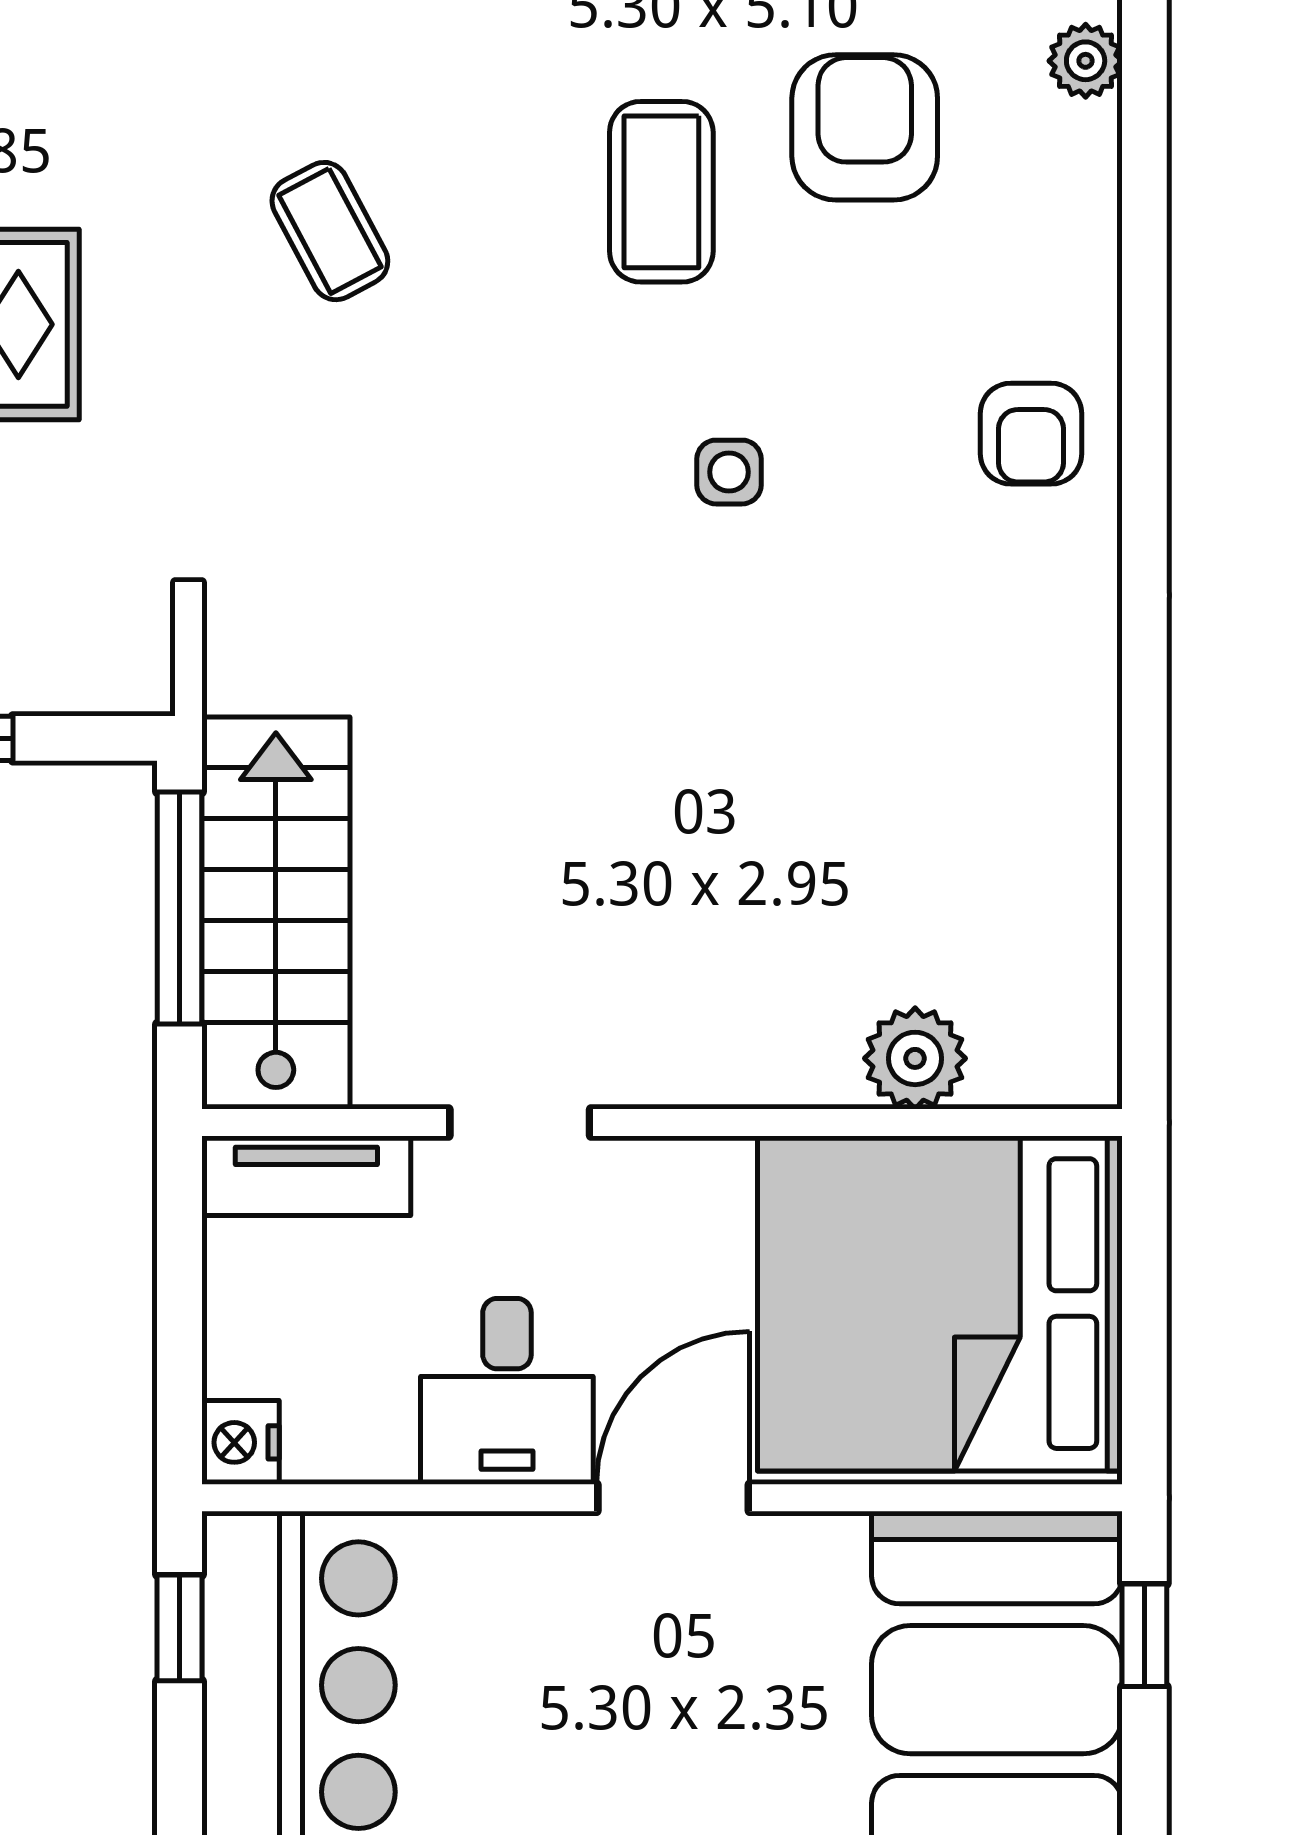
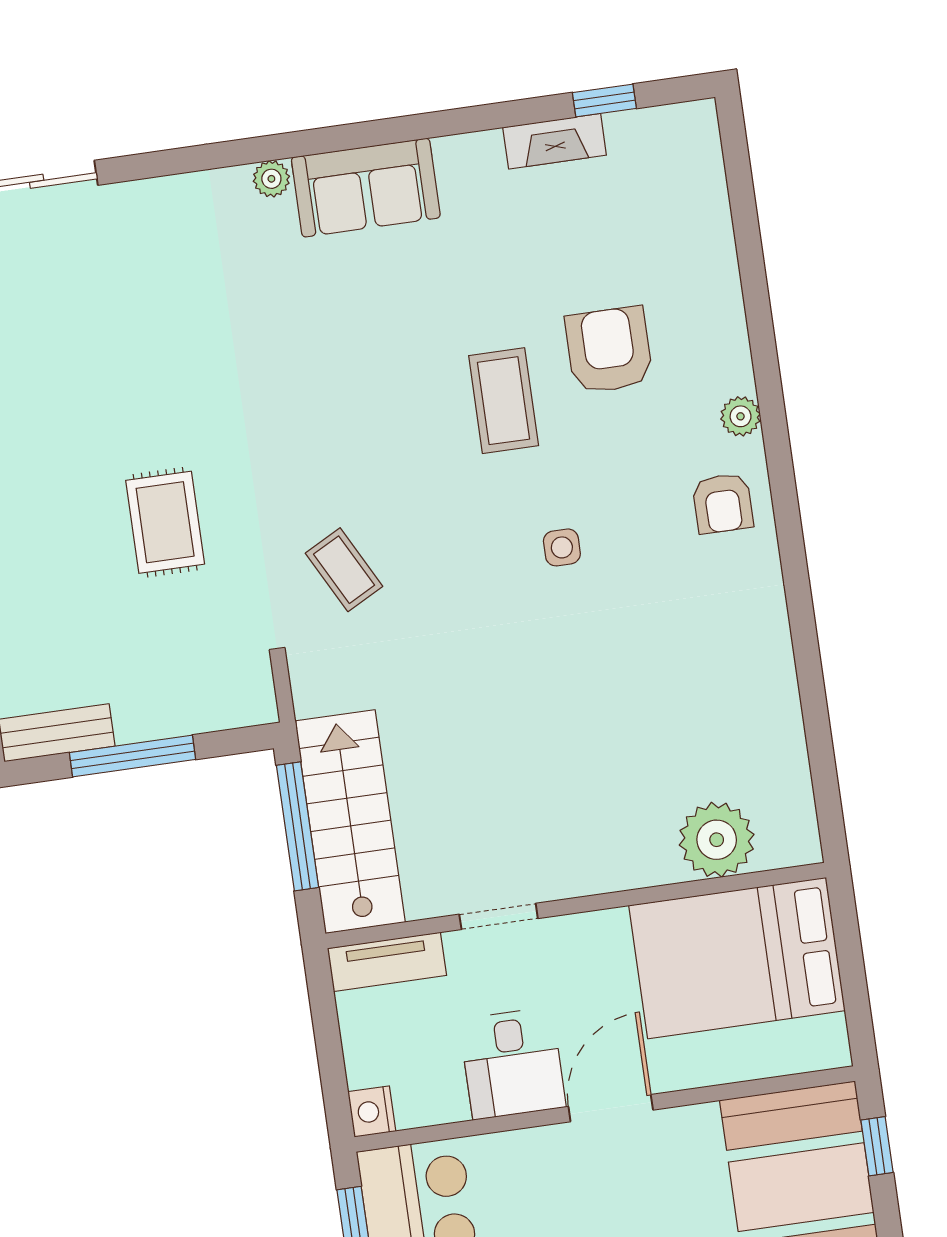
plant: (1086, 61) -> (741, 416), moved
coffee table: (330, 231) -> (344, 570), moved
plant: (915, 1058) -> (717, 840), width x1.36, depth x1.36
bed: (940, 1304) -> (737, 958), width x0.73

